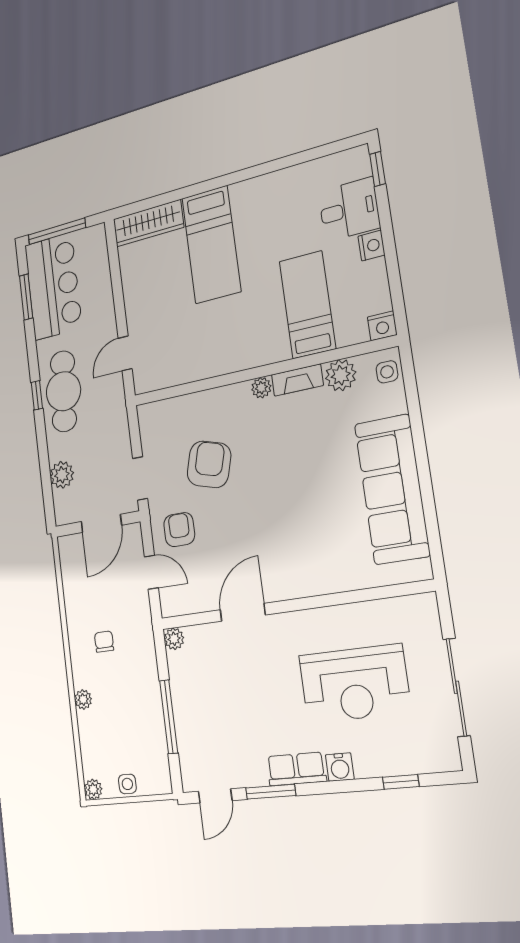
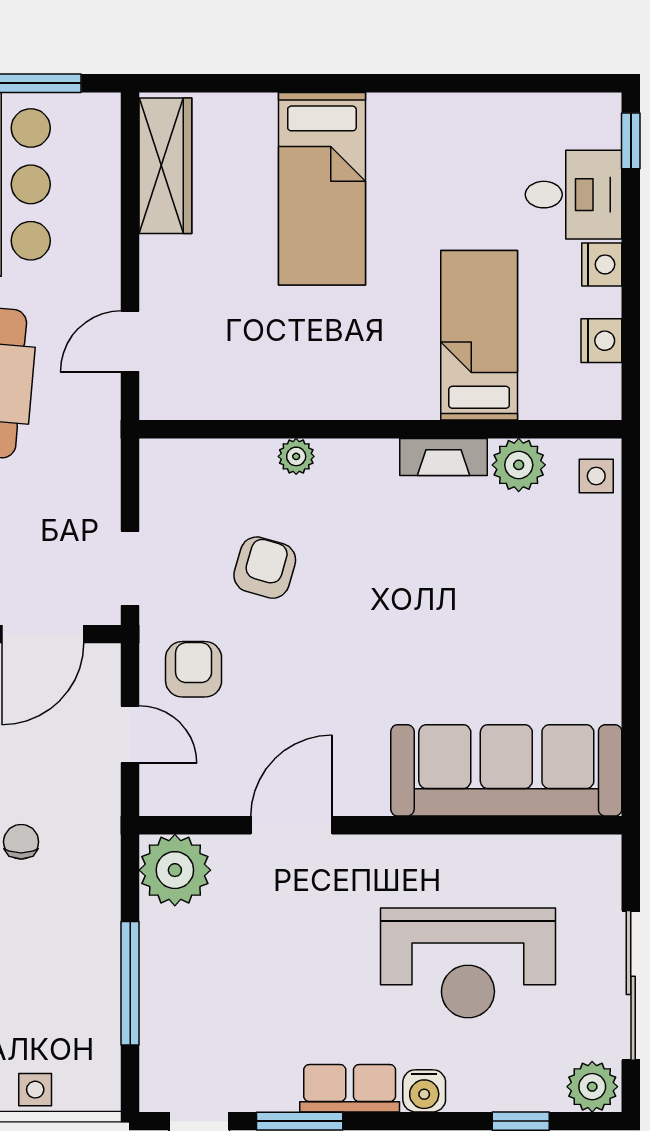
wardrobe: (148, 223) -> (165, 166), moved, turned -90
nightstand: (382, 326) -> (601, 341), moved, turned -90
plant: (261, 388) -> (296, 456), moved
armchair: (209, 464) -> (265, 568), width x0.72, depth x0.72
sofa: (392, 489) -> (506, 770), moved, turned 90
plant: (174, 639) -> (175, 870), width x1.88, depth x1.88
plant: (442, 756) -> (592, 1087), added

